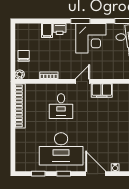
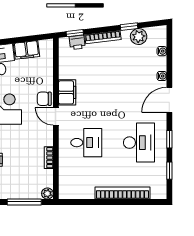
window: (13, 56) -> (24, 202), added
chair: (24, 56) -> (44, 99), moved
bookcase: (20, 106) -> (122, 193), moved
desk: (61, 149) -> (139, 143), width x0.73, depth x0.77

